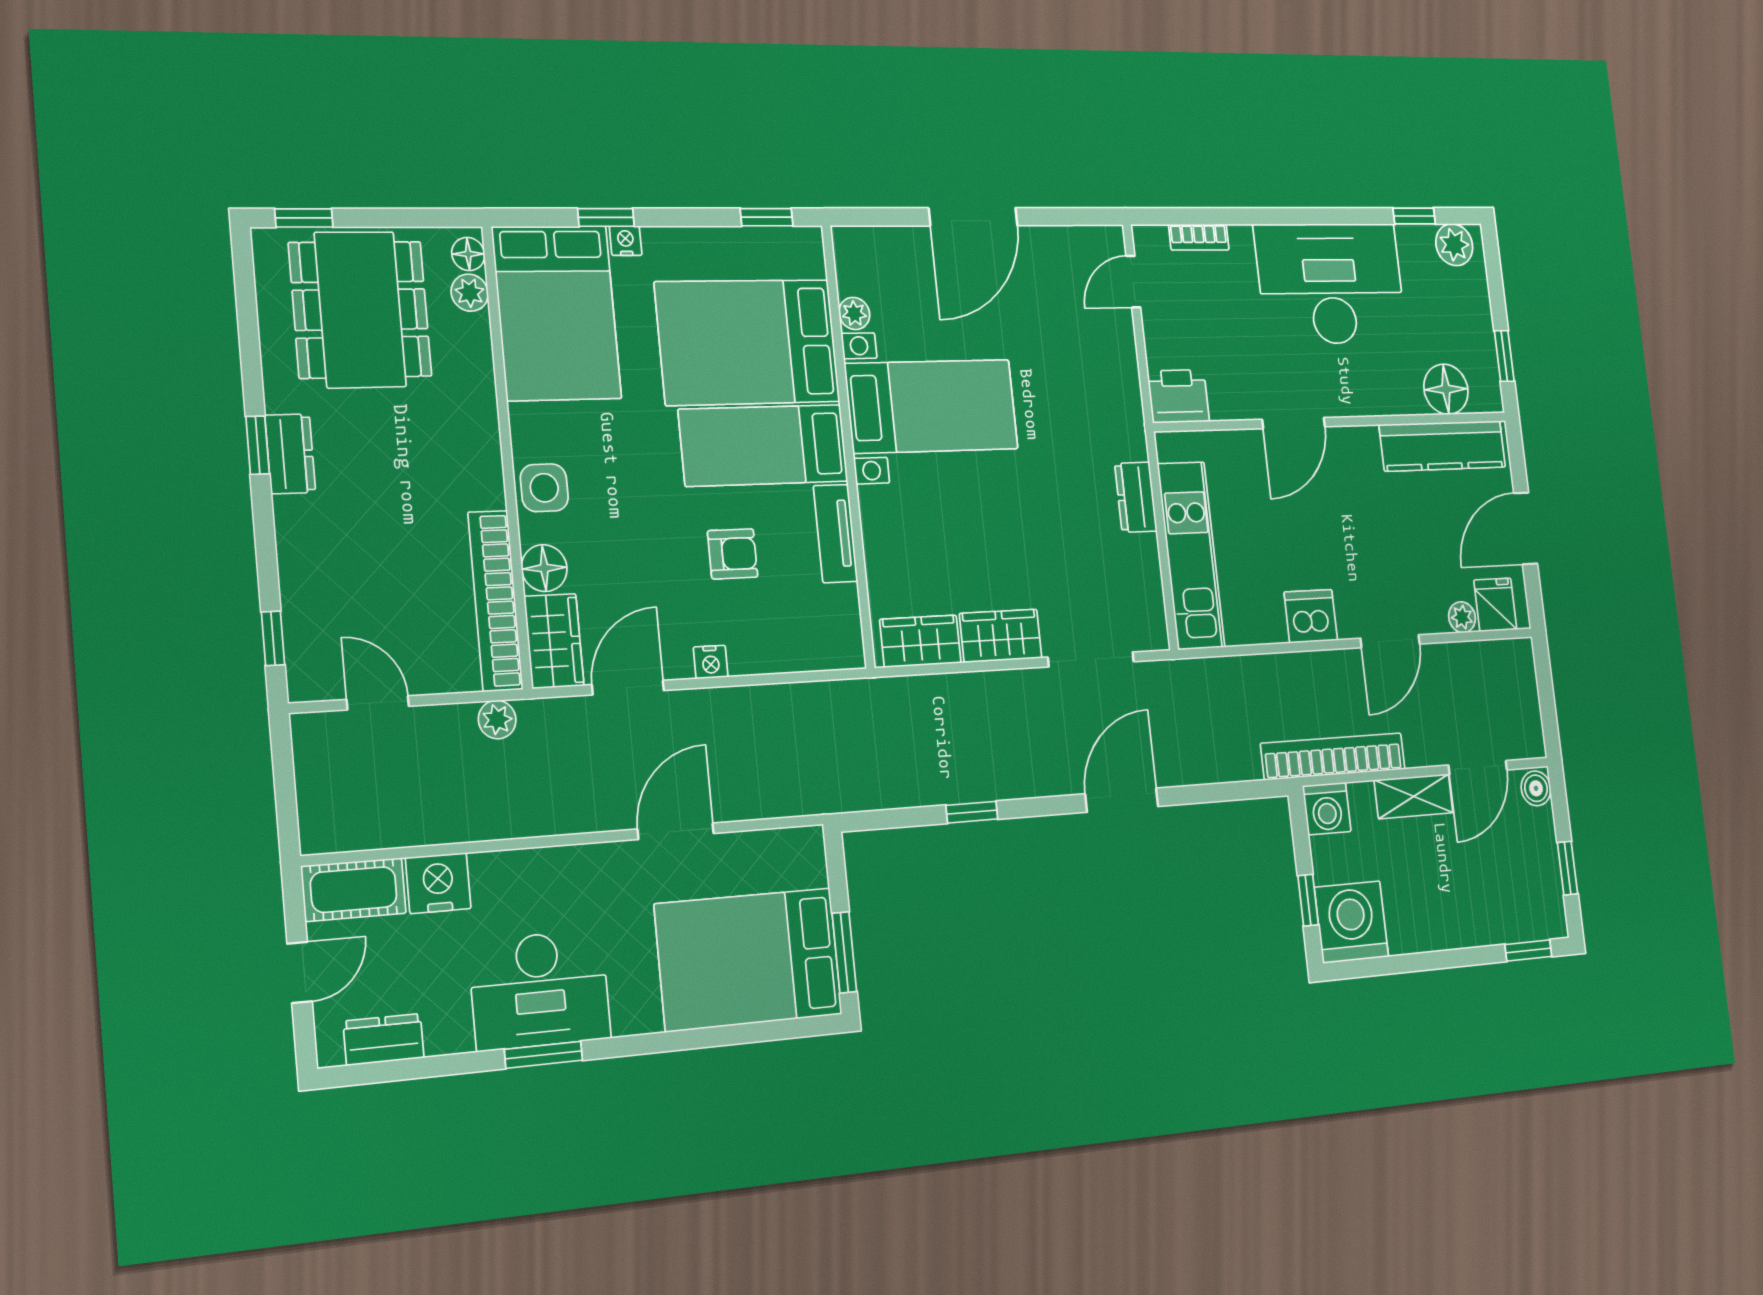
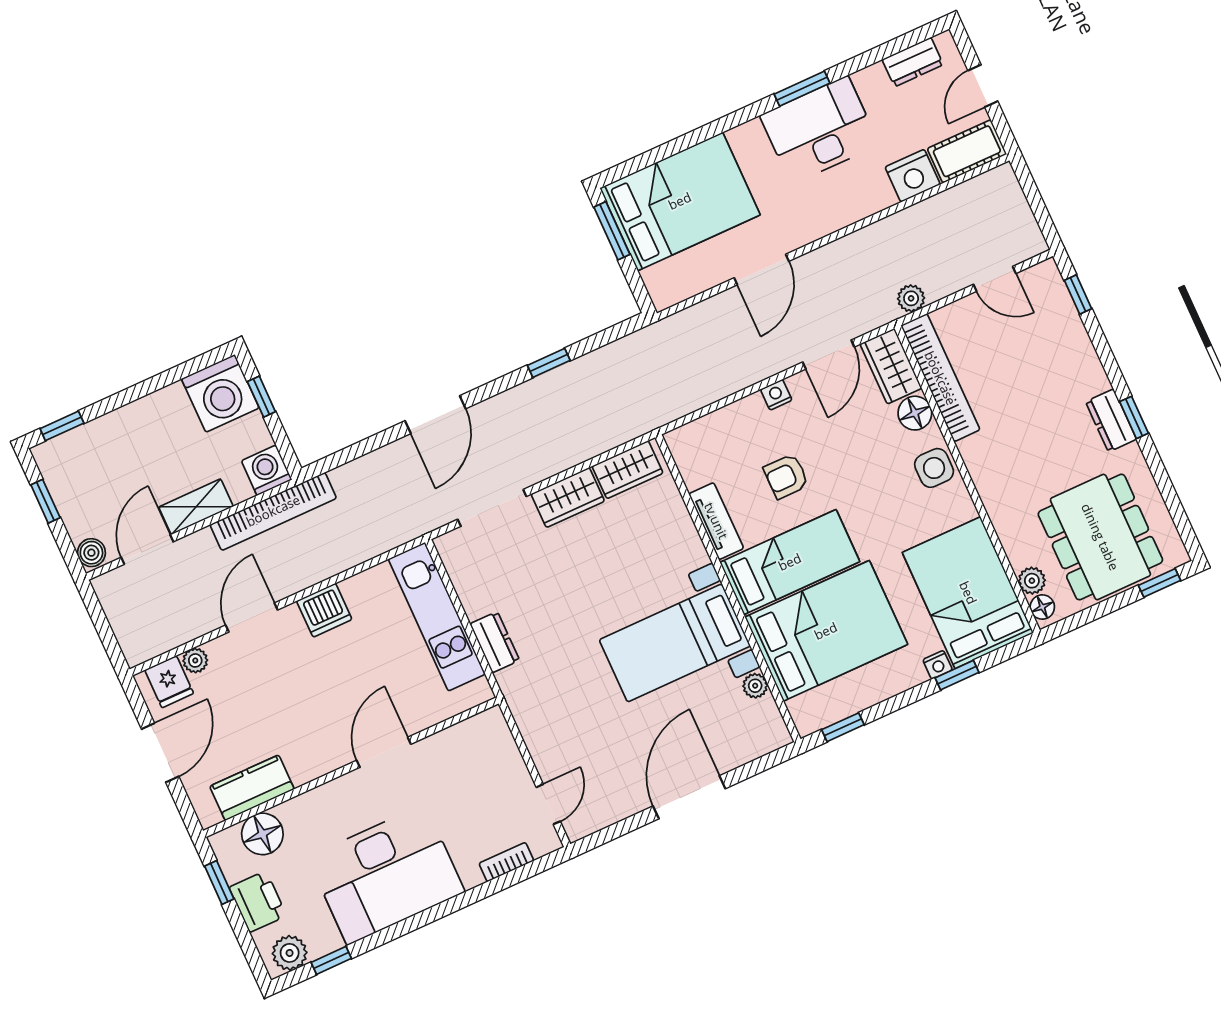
printer: (1178, 396) -> (258, 902), moved, turned -90
kitchen counter: (1443, 446) -> (252, 788), width x0.67

